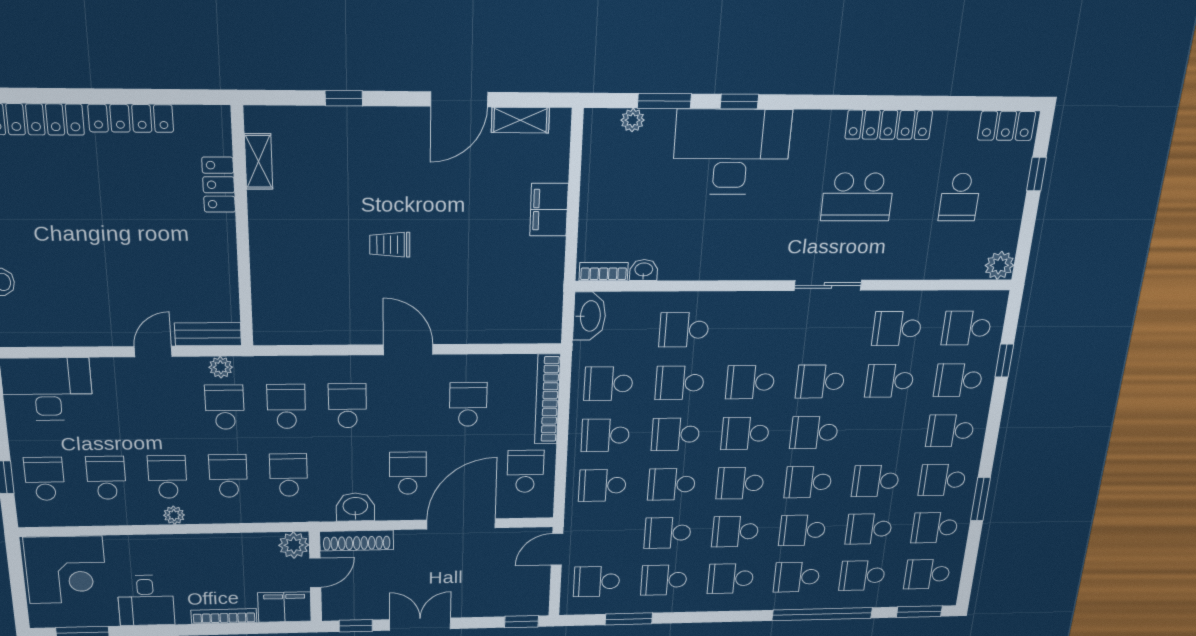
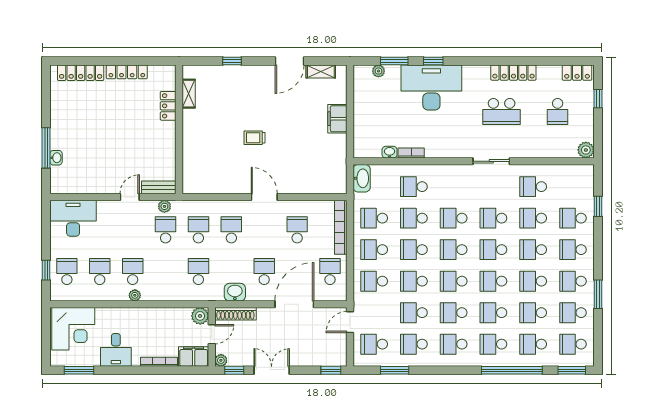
bookcase: (604, 272) -> (411, 153), moved
school desk: (967, 328) -> (533, 250), moved
school desk: (228, 476) -> (166, 271), removed
plant: (332, 612) -> (221, 360), added

